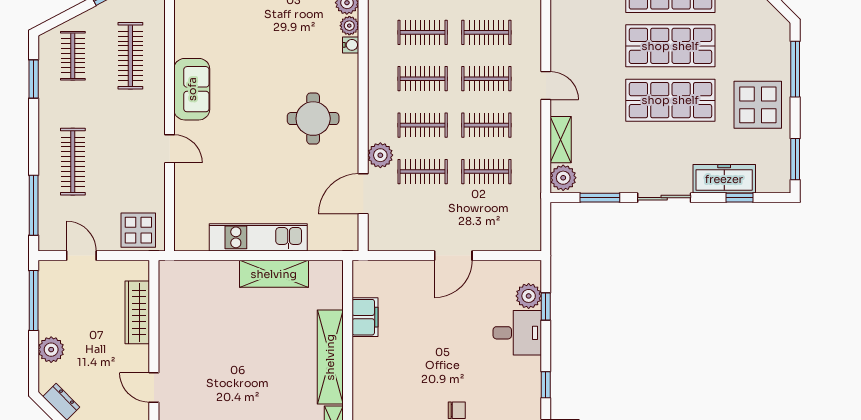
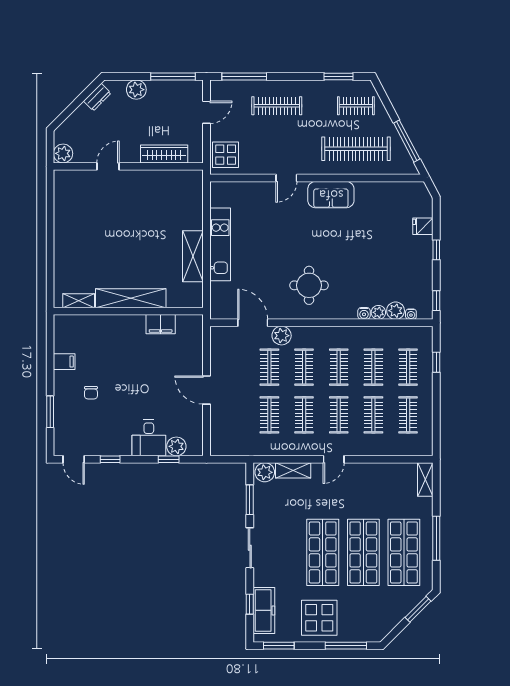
clothes rail: (130, 56) -> (356, 149), width x1.37, depth x1.31
freezer: (724, 179) -> (264, 610), moved

